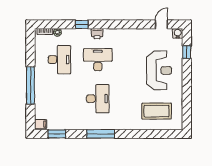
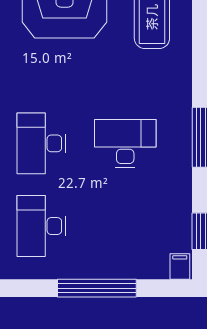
desk: (59, 60) -> (41, 226), turned -90

